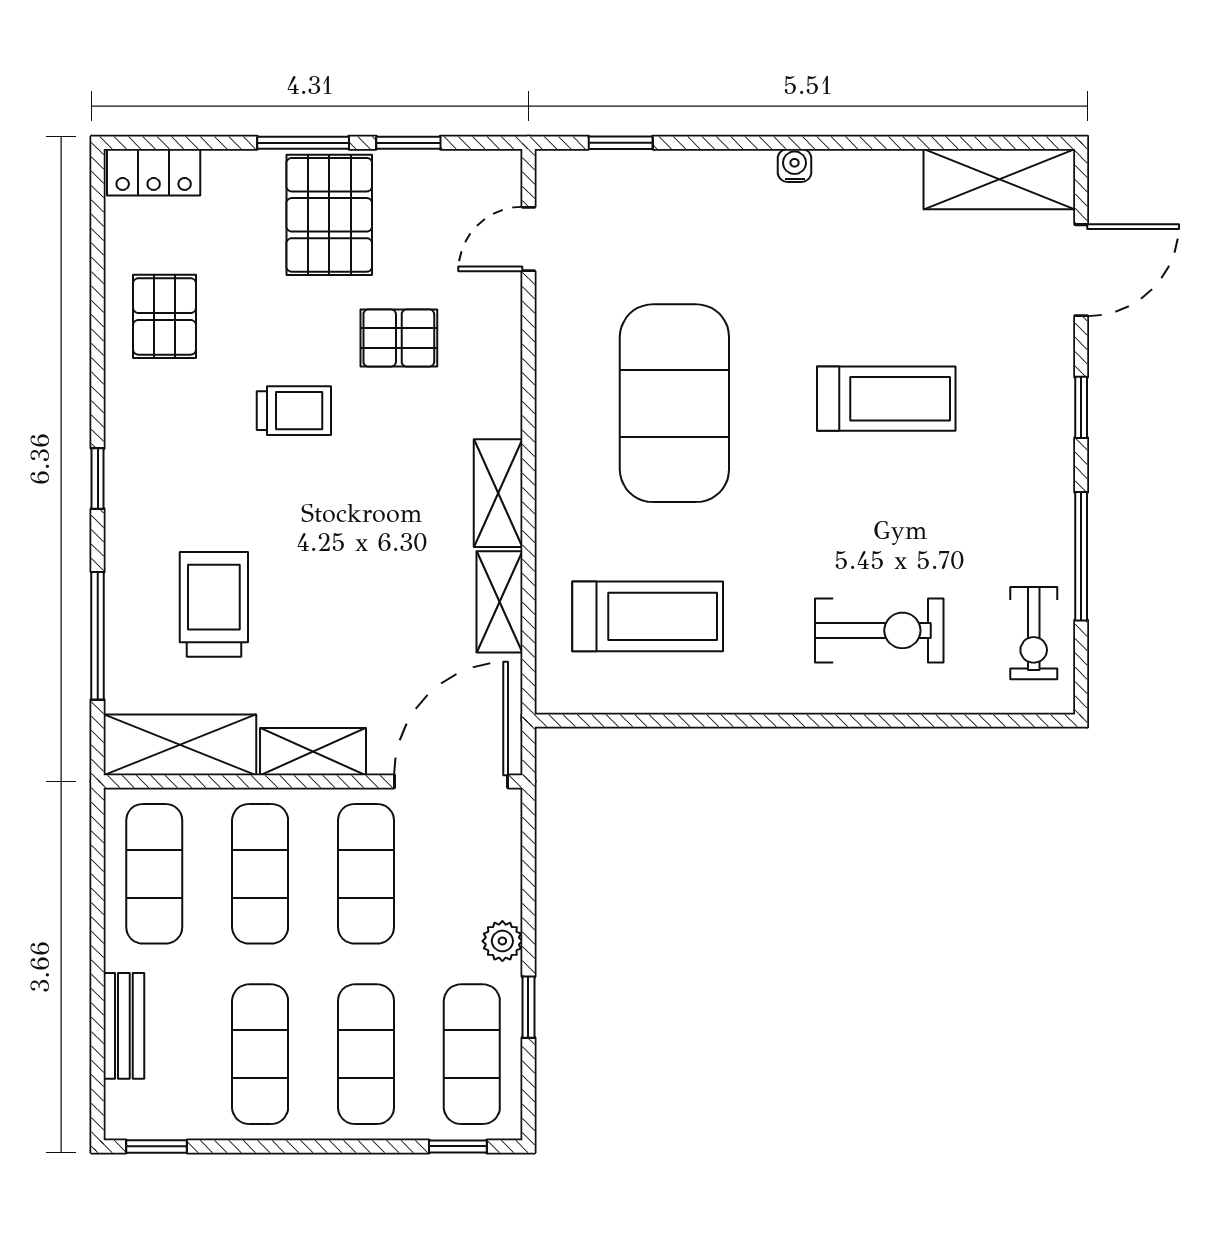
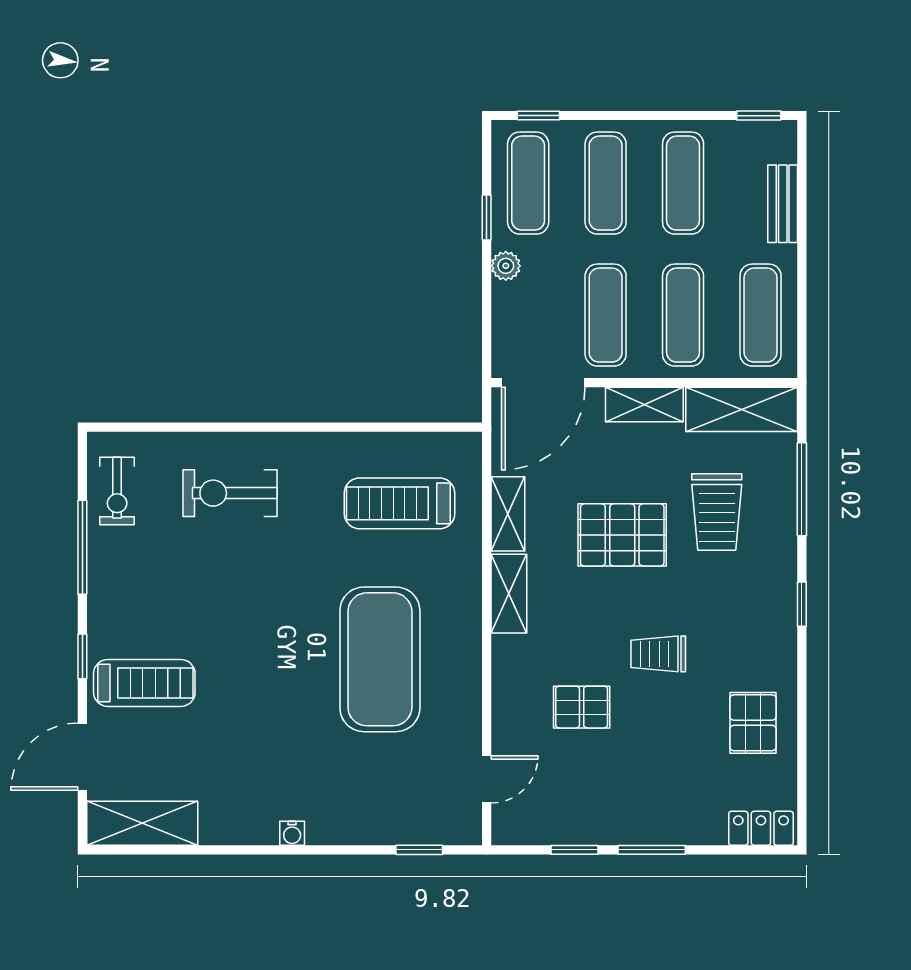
pallet: (329, 215) -> (622, 535), moved, turned 90
treadmill: (886, 399) -> (144, 683), moved, turned 180
exercise bike: (1034, 633) -> (117, 491), turned 180

